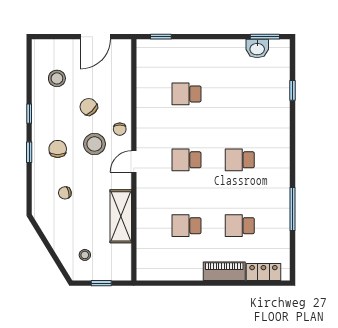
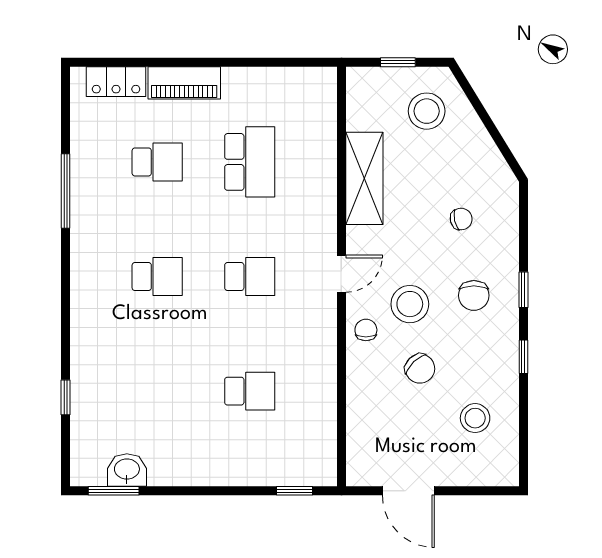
door: (95, 37) -> (408, 491), swing flipped
school desk: (187, 226) -> (250, 162), width x1.85
stool: (85, 255) -> (427, 111), width x1.89, depth x1.89

